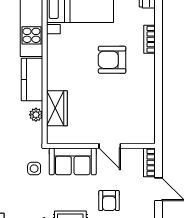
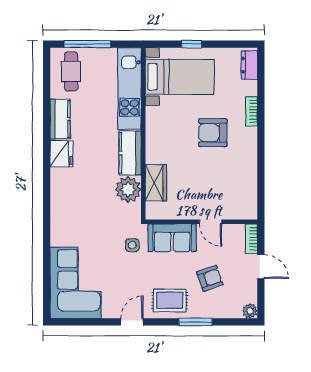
plant: (36, 115) -> (128, 189), width x1.87, depth x1.87
armchair: (109, 201) -> (210, 278), turned -109

